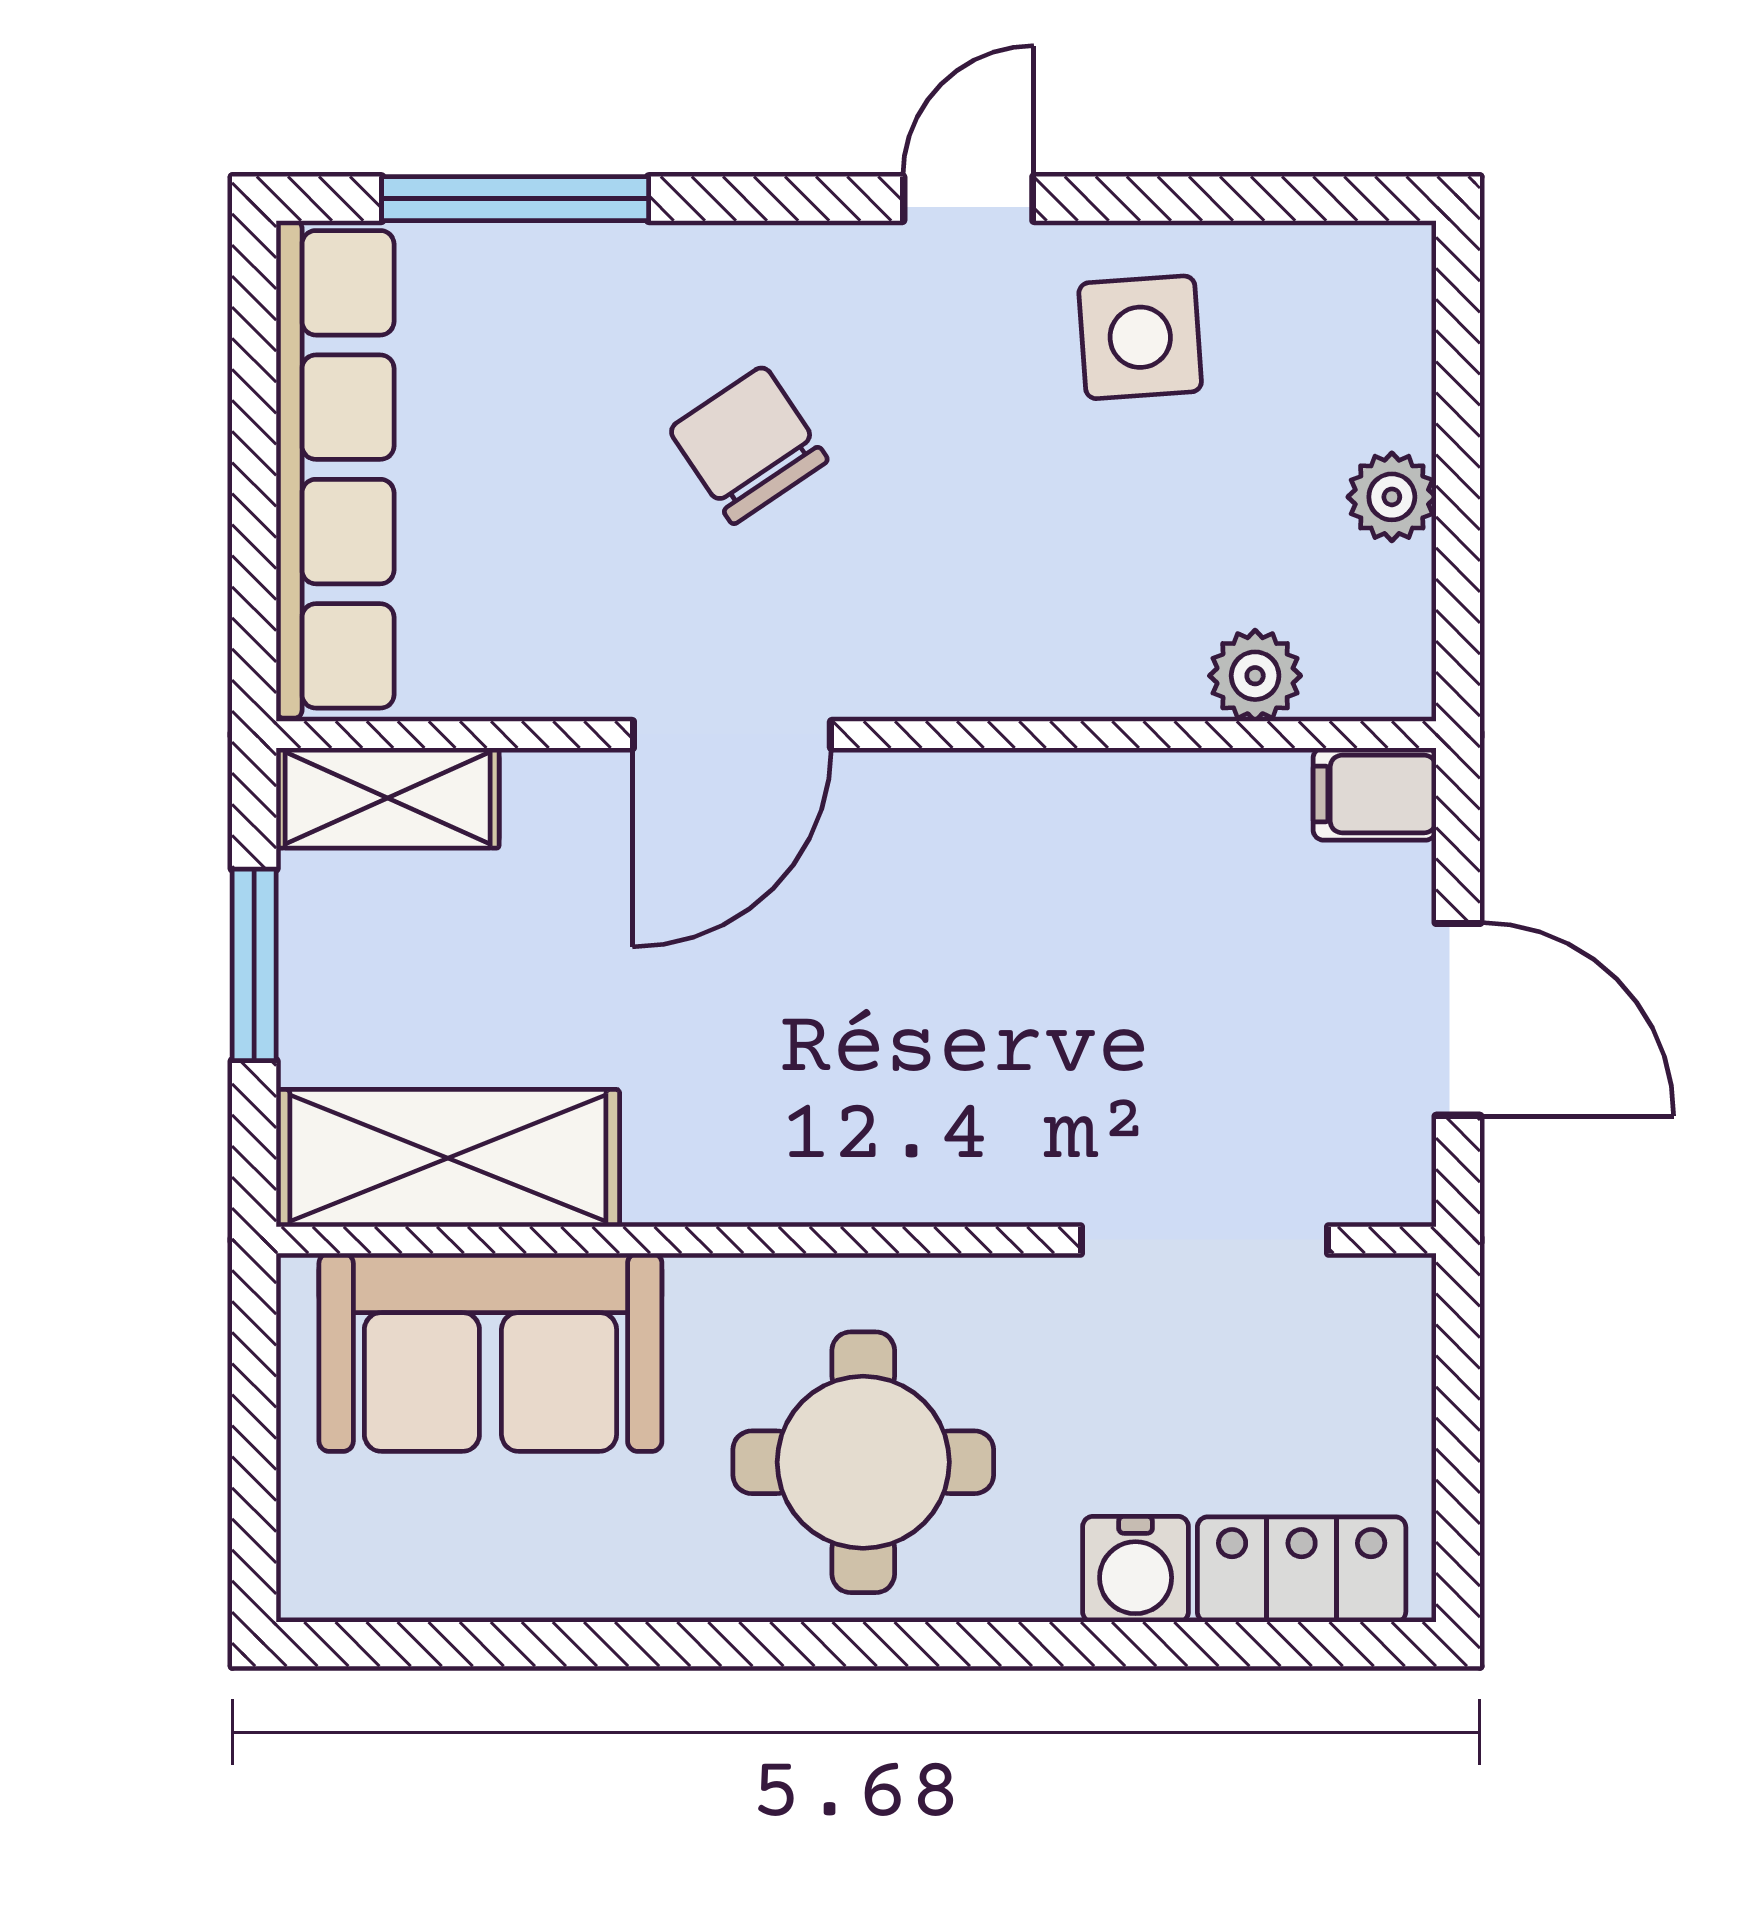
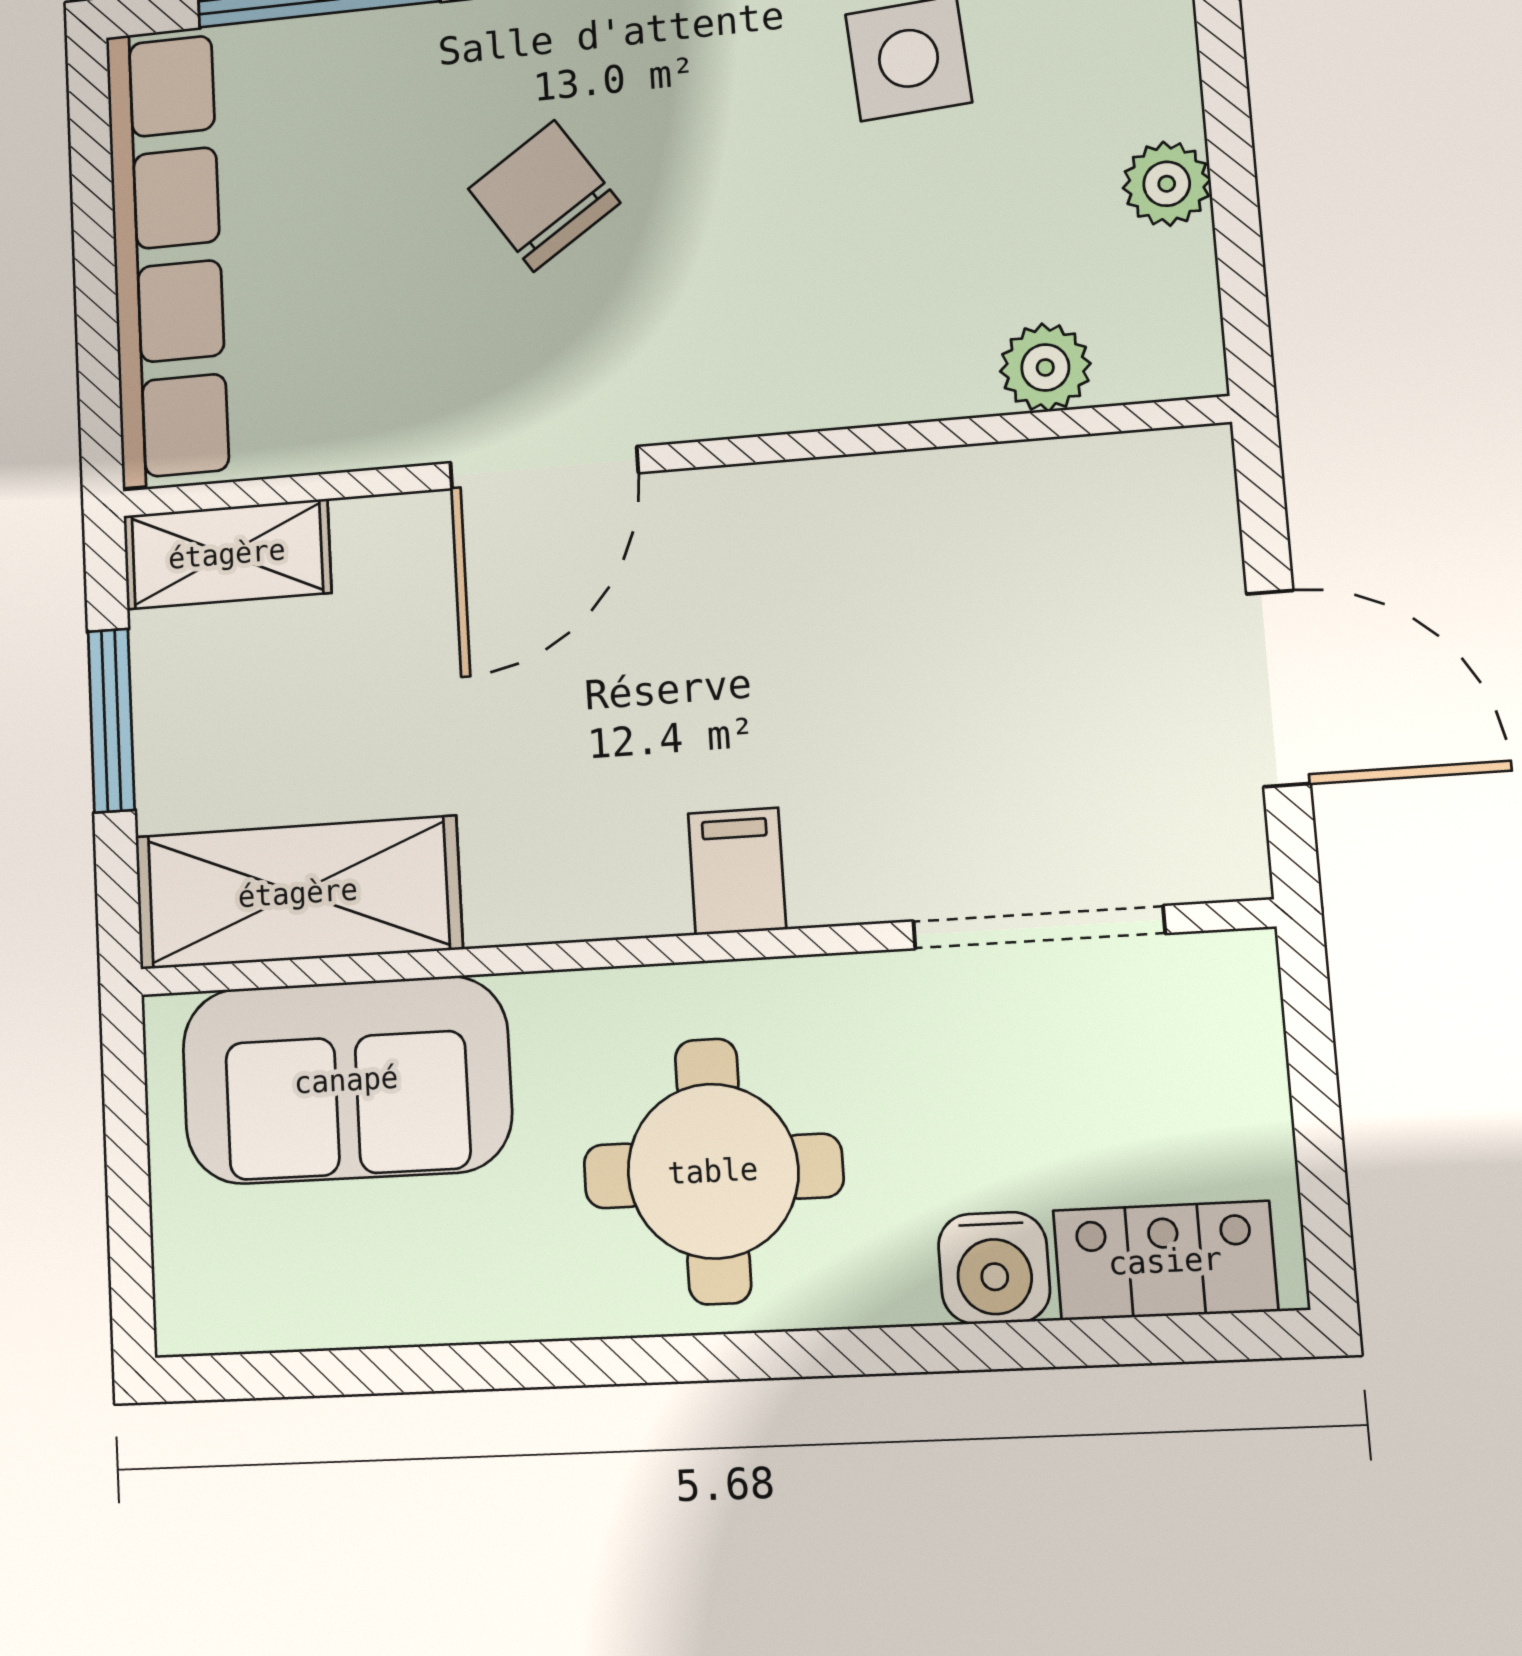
filing cabinet: (1375, 794) -> (737, 871), moved, turned 90

